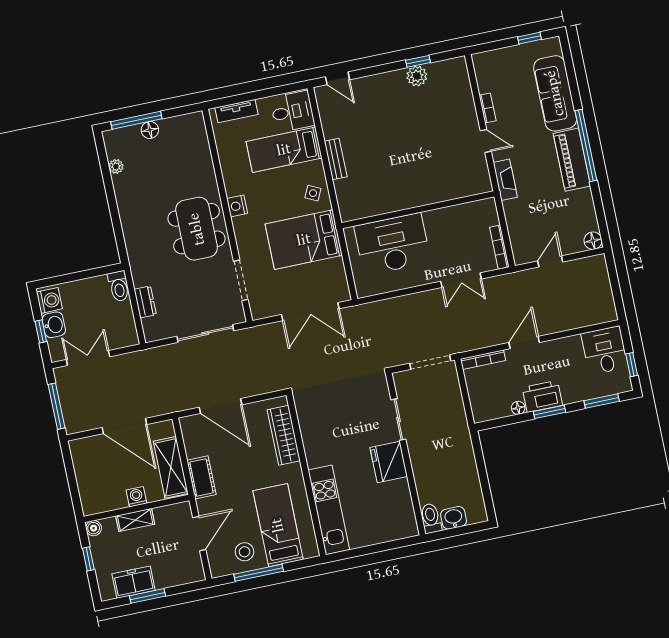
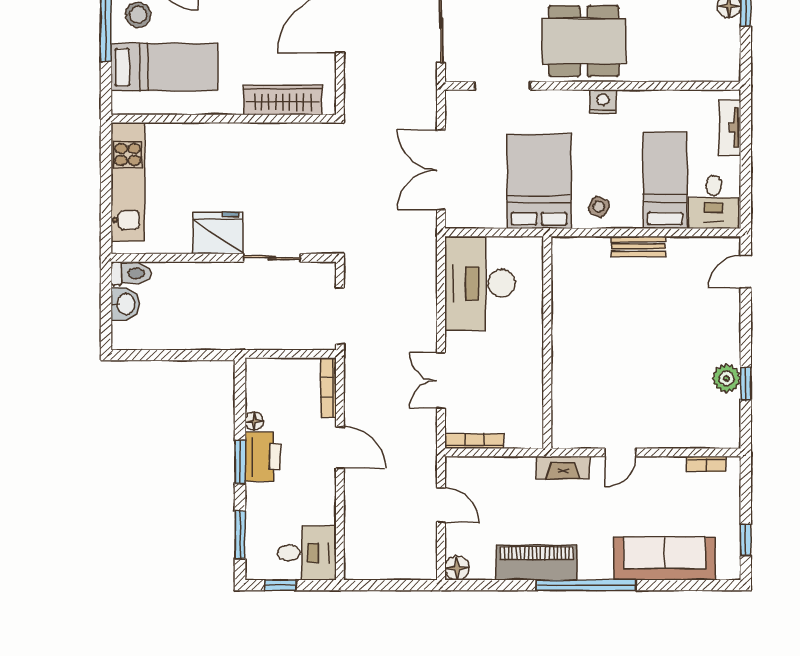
bookcase: (488, 108) -> (706, 464), moved
piano: (572, 160) -> (537, 562), moved
desk: (392, 244) -> (480, 283), moved, turned 180
kitchen unit: (329, 510) -> (128, 182), moved, turned -90

